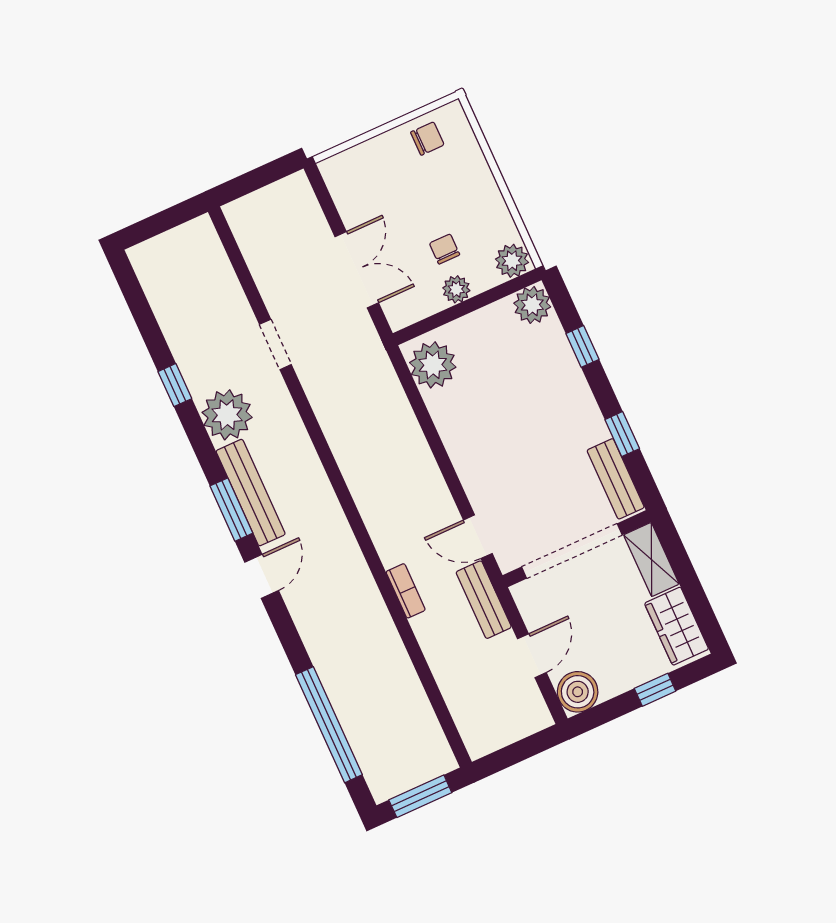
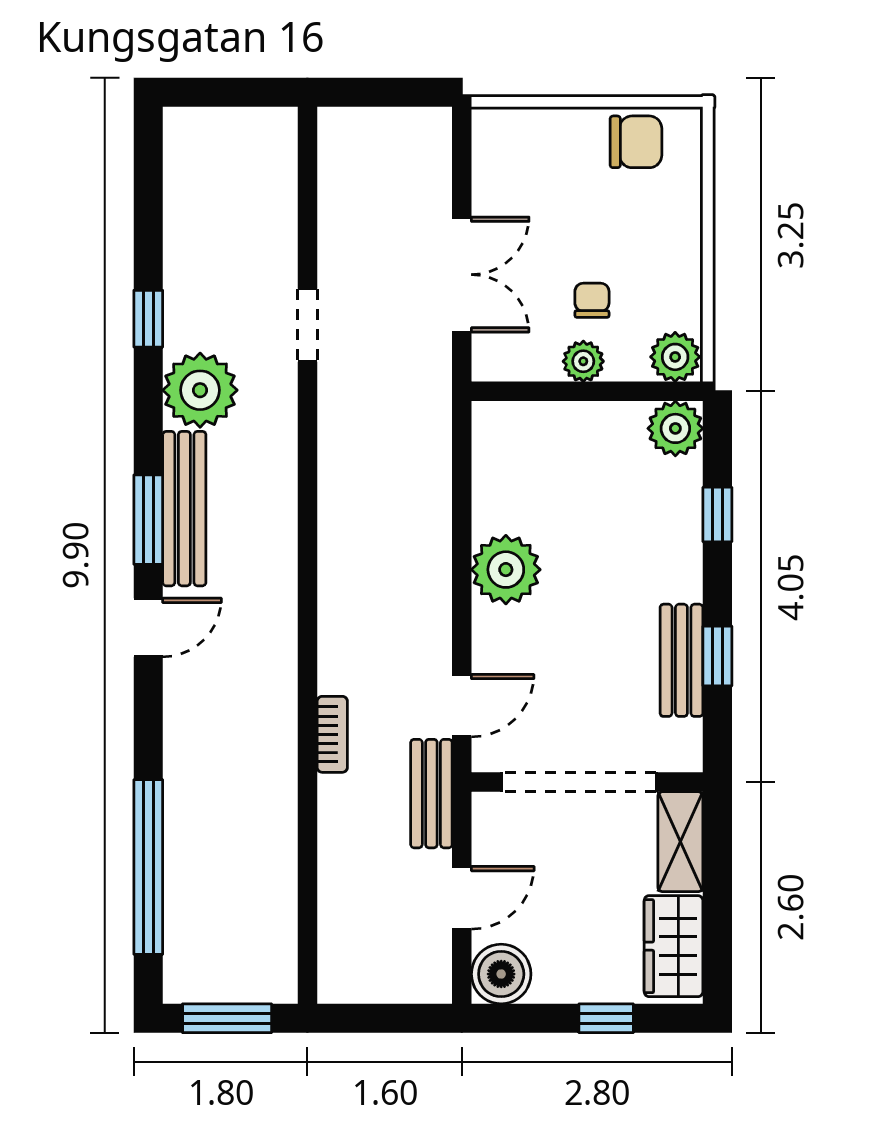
chair: (427, 139) -> (636, 142), width x1.37, depth x1.37
plant: (433, 365) -> (506, 570), moved
bench: (616, 479) -> (681, 660), moved
door: (478, 537) -> (462, 706), swing flipped

